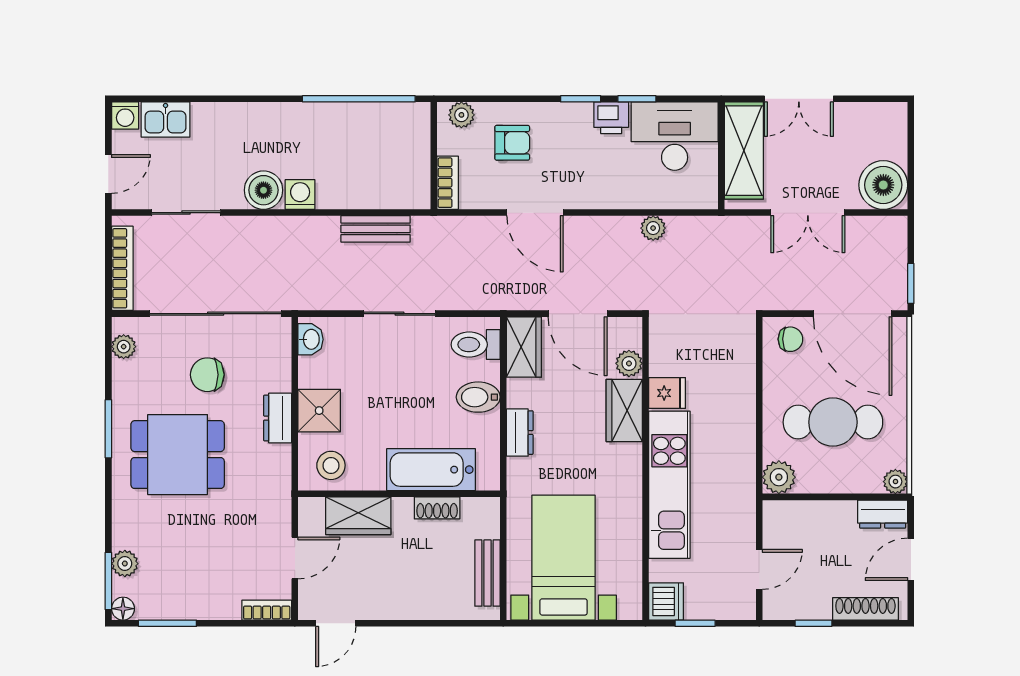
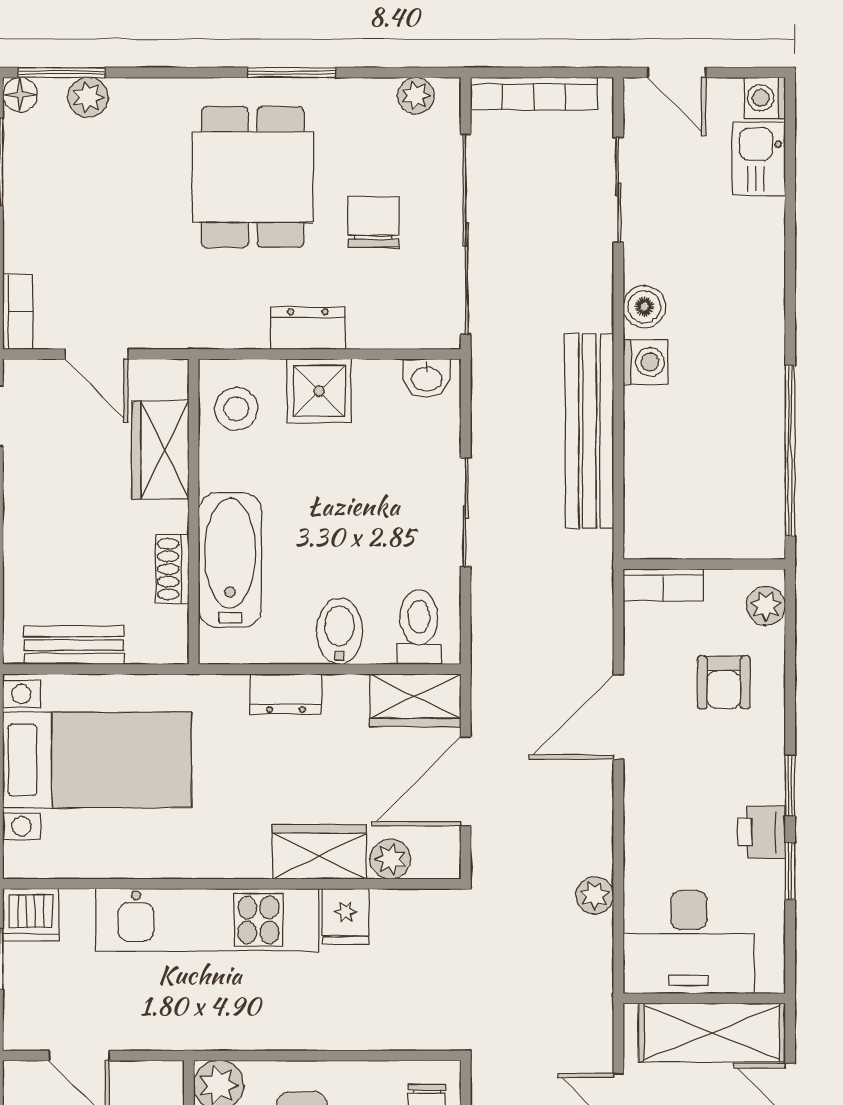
desk: (675, 136) -> (689, 942), moved, turned 90
boiler: (263, 190) -> (644, 307), width x0.73, depth x0.73
bench: (376, 229) -> (589, 431), width x1.86, depth x1.21

